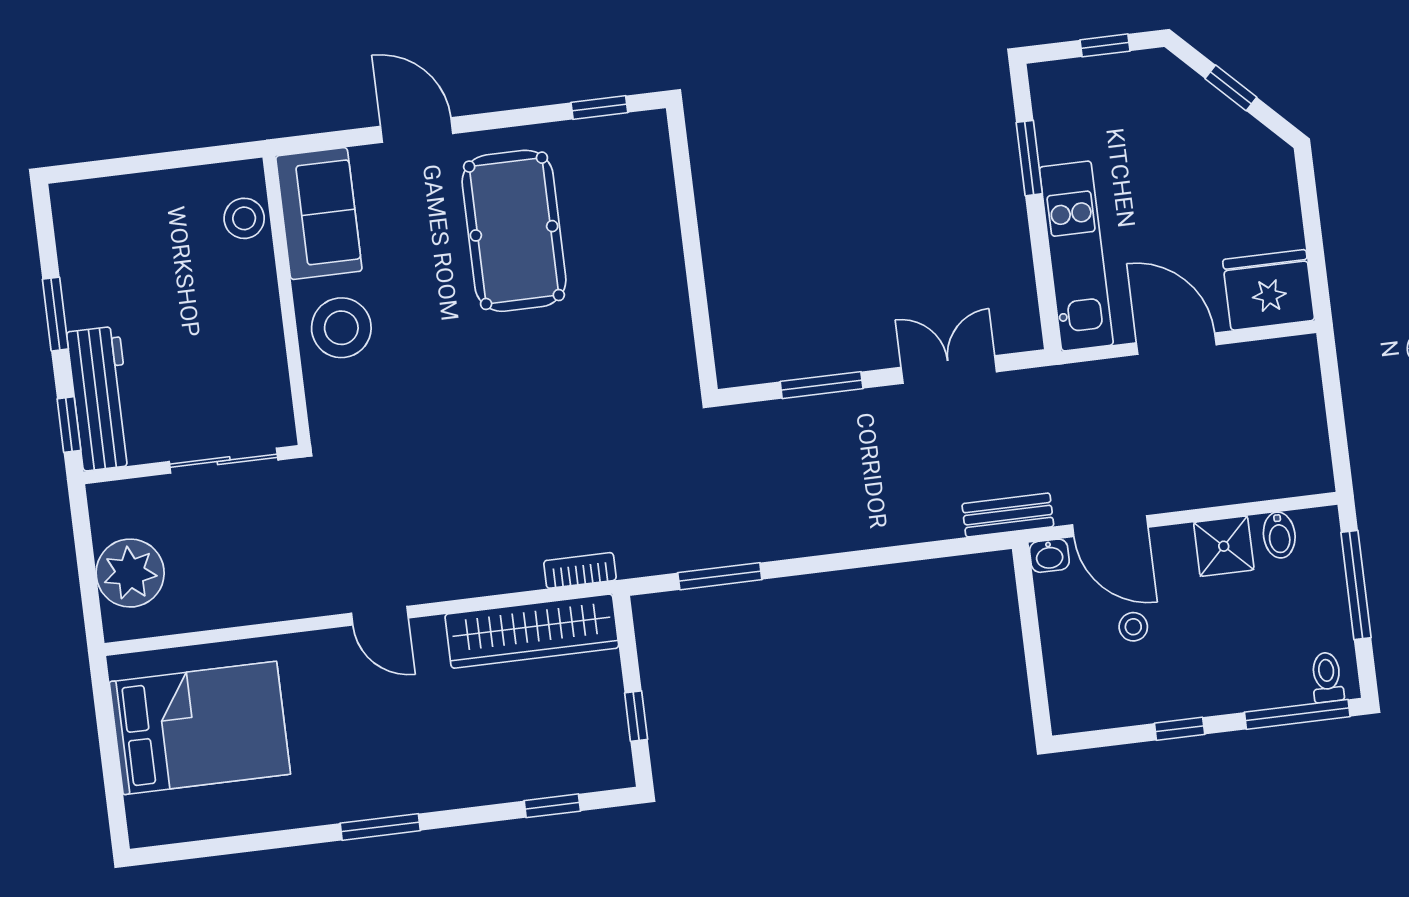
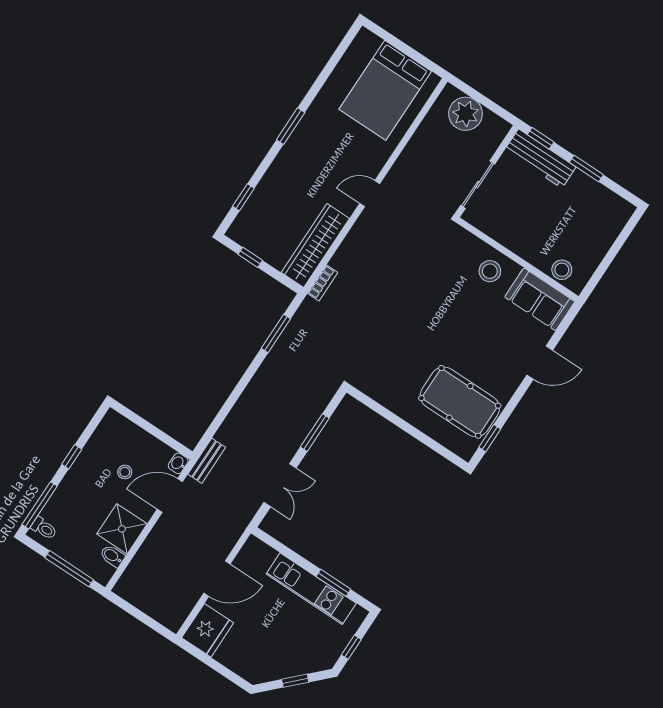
pool table: (514, 231) -> (460, 402), moved
kitchen unit: (1076, 256) -> (311, 589), moved
stool: (341, 328) -> (490, 271), width x0.73, depth x0.73
shower: (1224, 546) -> (122, 529), width x1.36, depth x1.36

